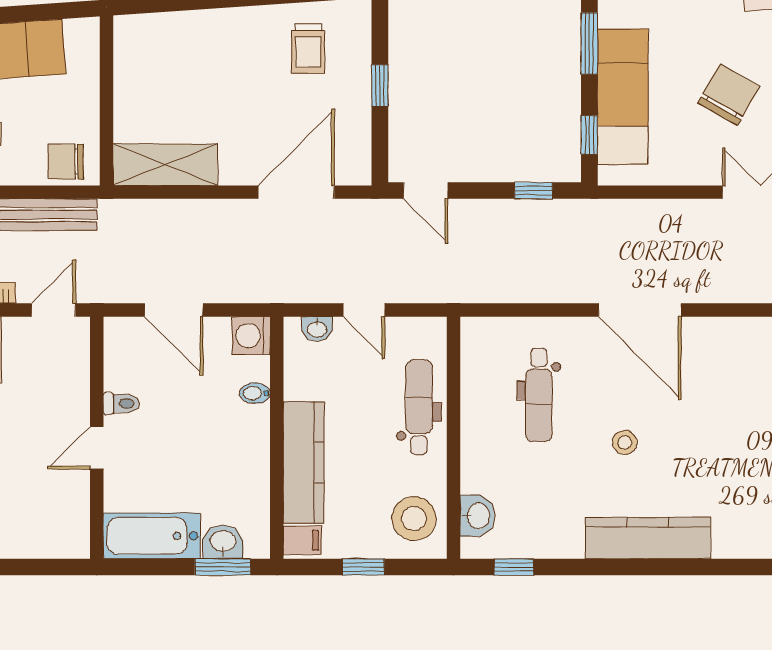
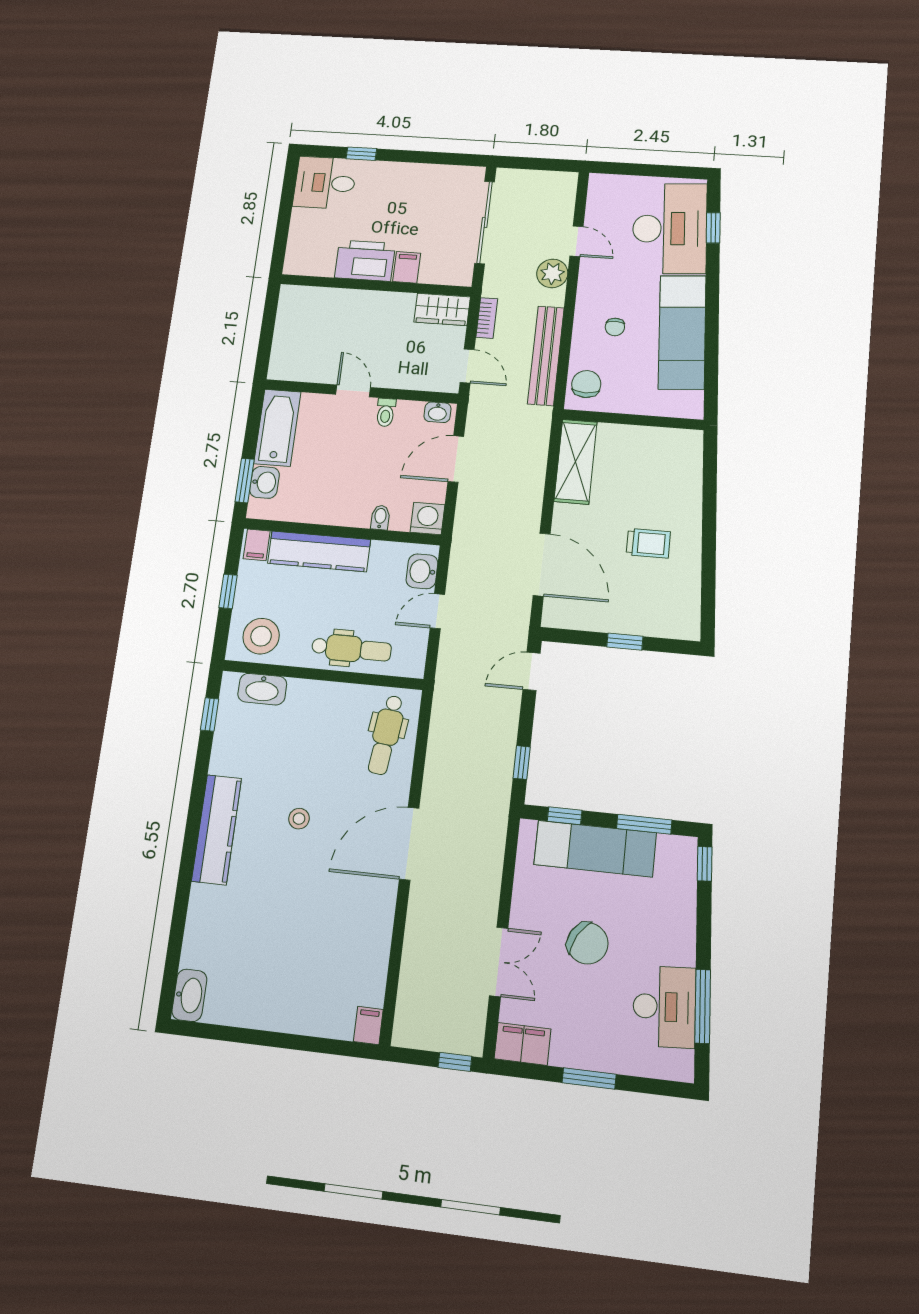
trolley: (308, 48) -> (648, 543), moved, turned 180
washbasin: (317, 329) -> (422, 571), width x1.38, depth x1.45
washbasin: (116, 340) -> (437, 412), added
dental chair: (539, 395) -> (386, 735), moved, turned -83
washbasin: (477, 516) -> (262, 689), width x1.38

